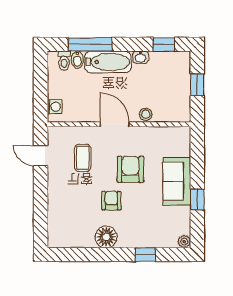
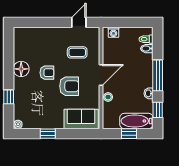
window: (90, 44) -> (158, 75), moved
bathtub: (108, 62) -> (136, 121), moved, turned 90
sofa: (177, 181) -> (81, 119), moved

